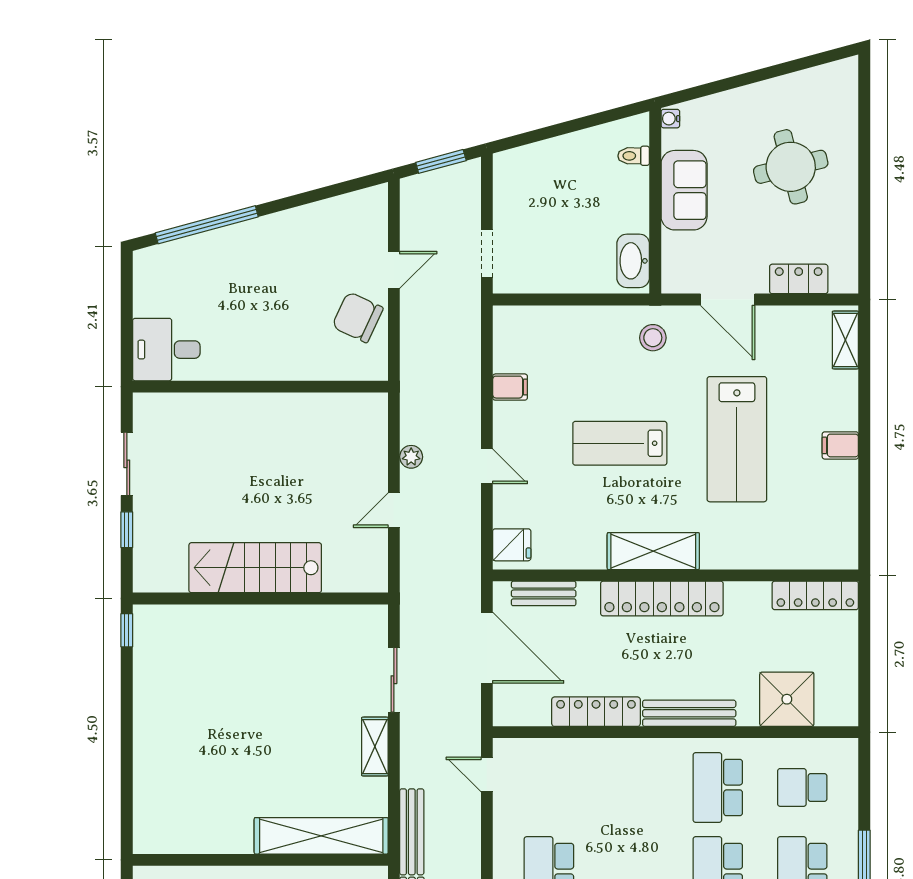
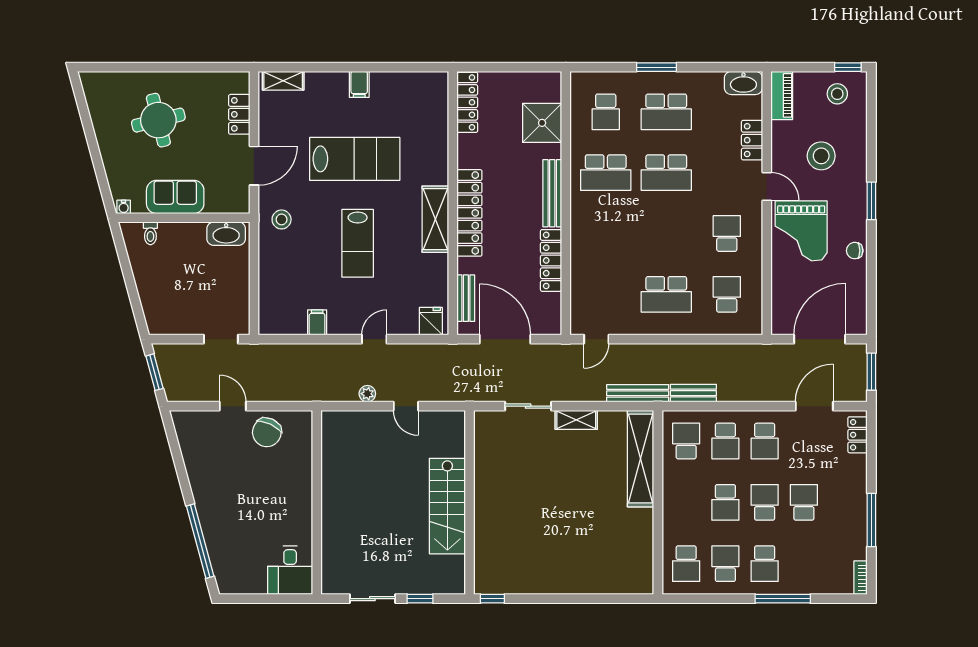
door: (487, 648) -> (505, 339), hinge flipped

